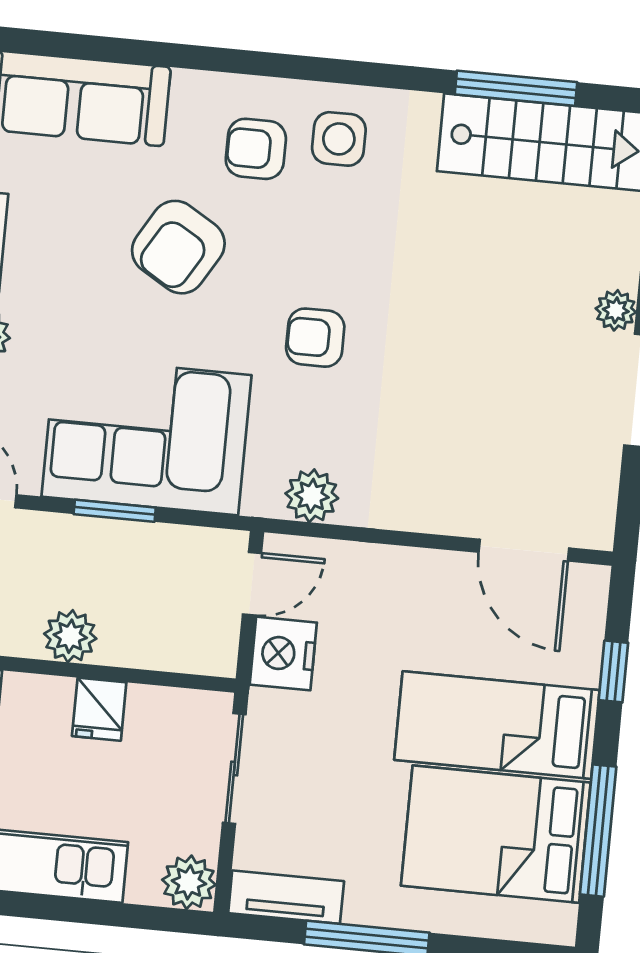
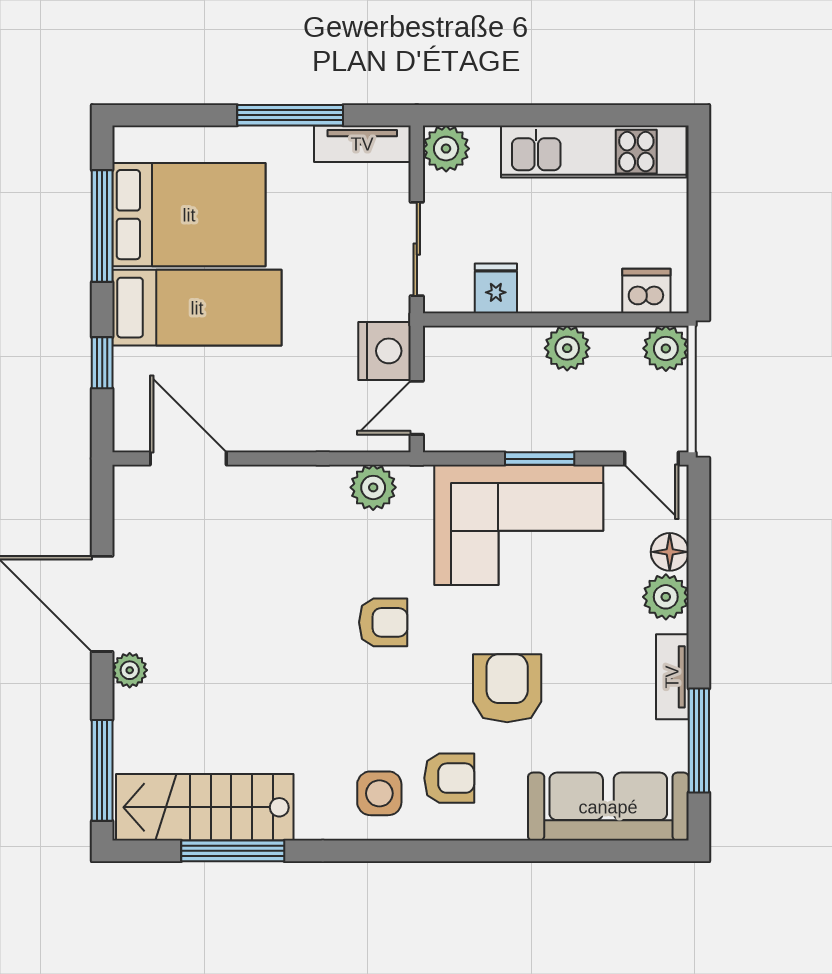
armchair: (178, 247) -> (507, 688), turned -31
fridge: (99, 709) -> (496, 288), moved

